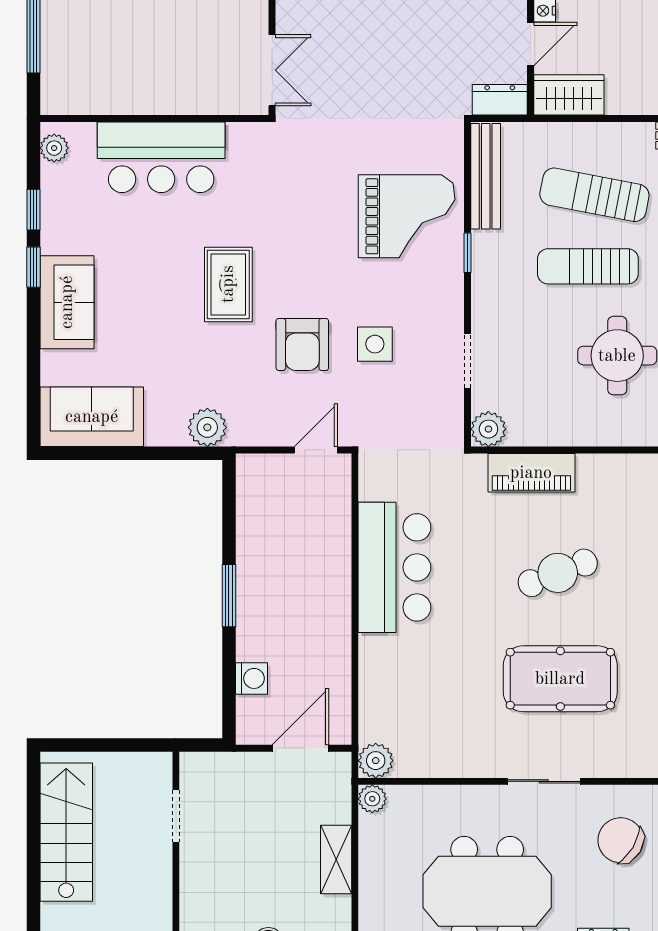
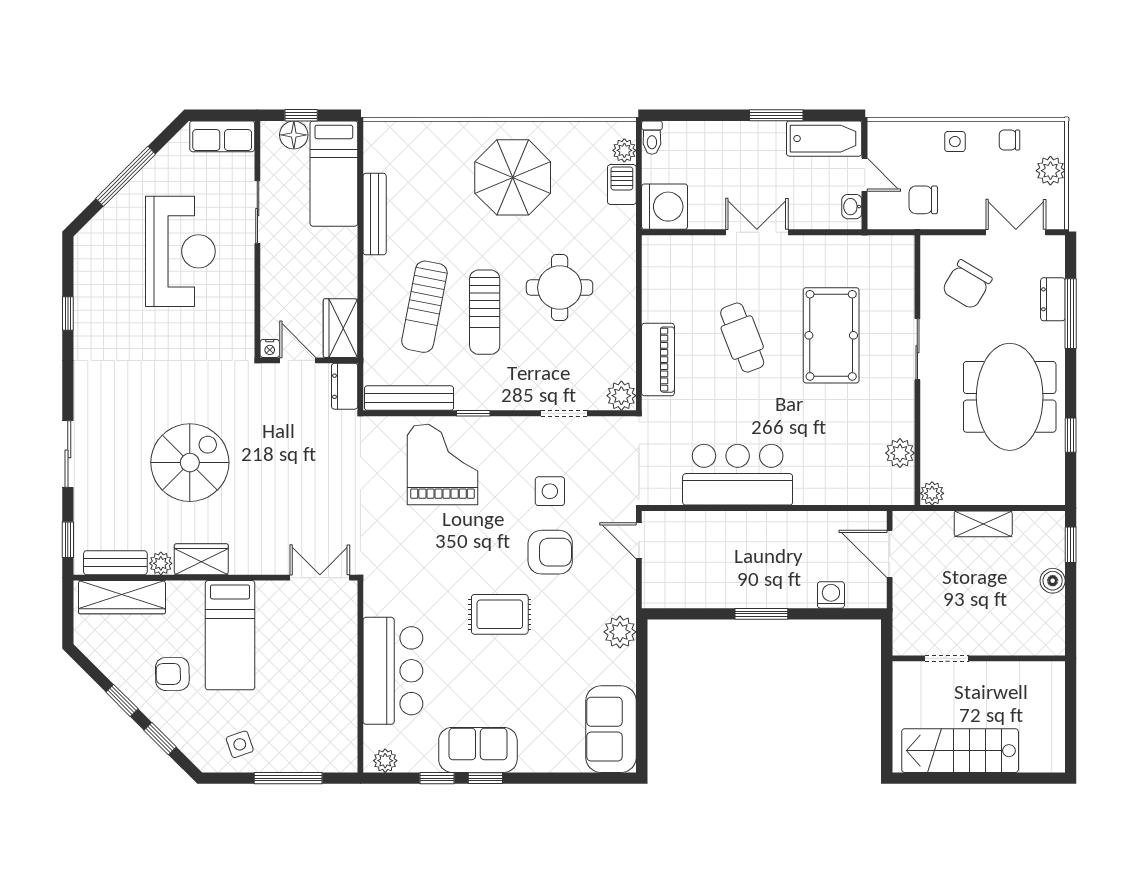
sofa: (67, 302) -> (478, 750), moved
plant: (376, 761) -> (900, 453), moved

